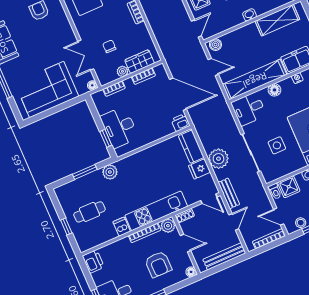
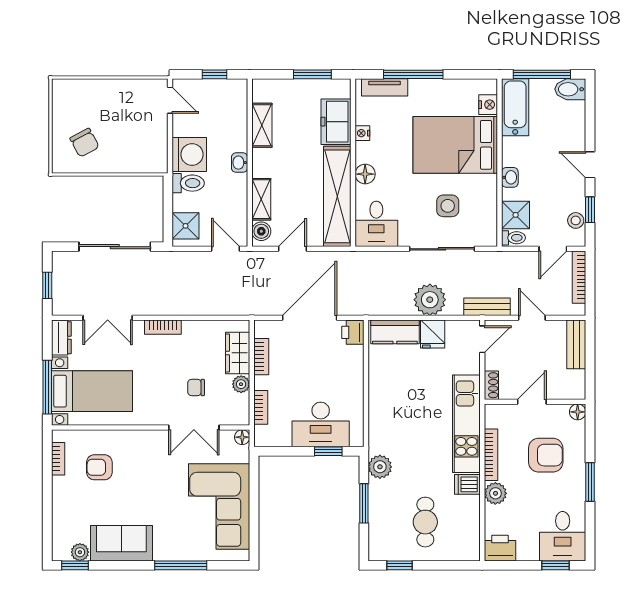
shelving: (277, 20) -> (262, 125), width x0.67, depth x0.75
shelving: (234, 37) -> (261, 199), added
plant: (168, 226) -> (495, 493), moved
window: (66, 227) -> (399, 565), moved
bench: (224, 256) -> (576, 344), width x0.73

